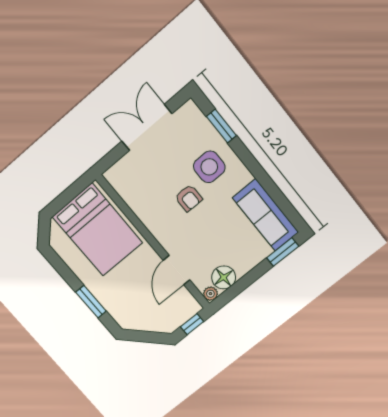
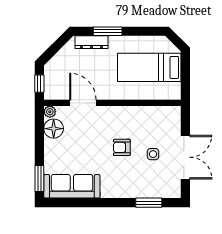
side table: (209, 167) -> (153, 154), moved, width x0.54, depth x0.54
bed: (97, 230) -> (149, 67), width x0.67
dresser: (114, 308) -> (91, 42), added

